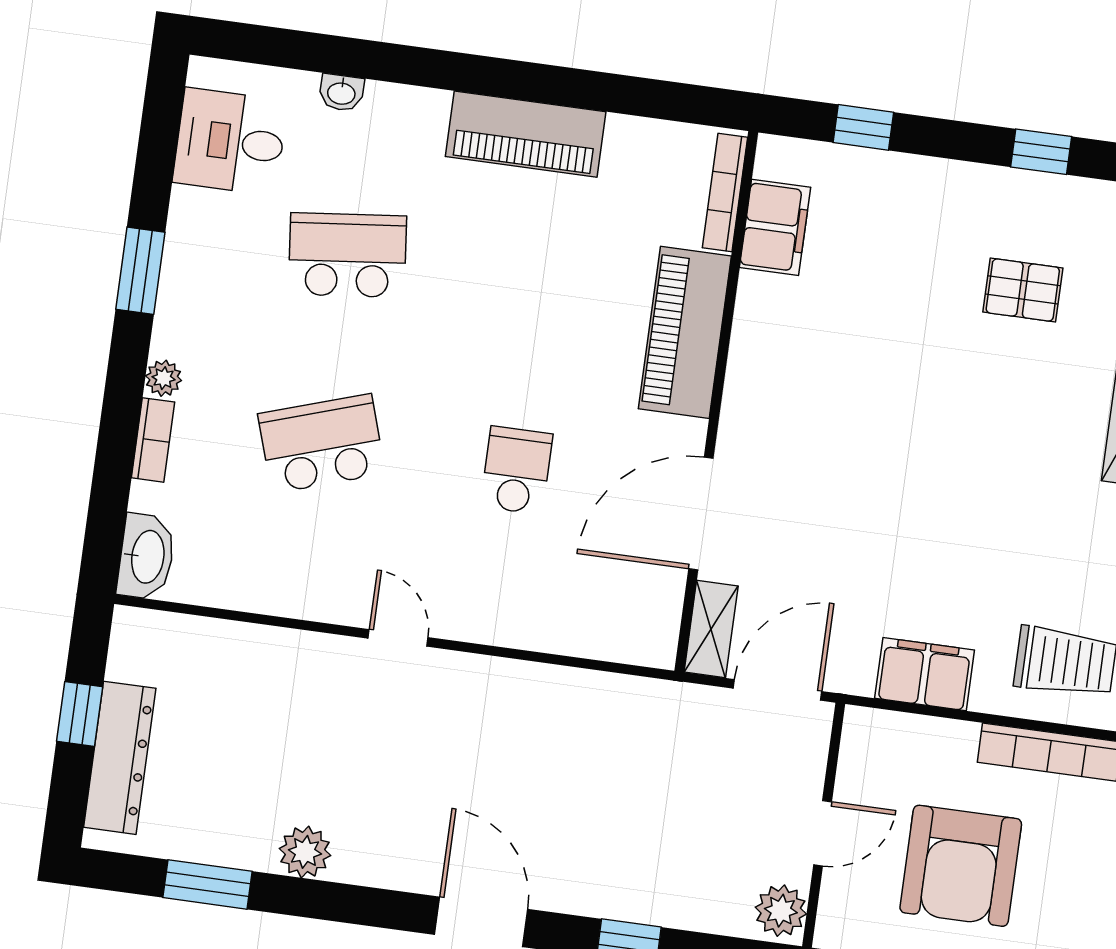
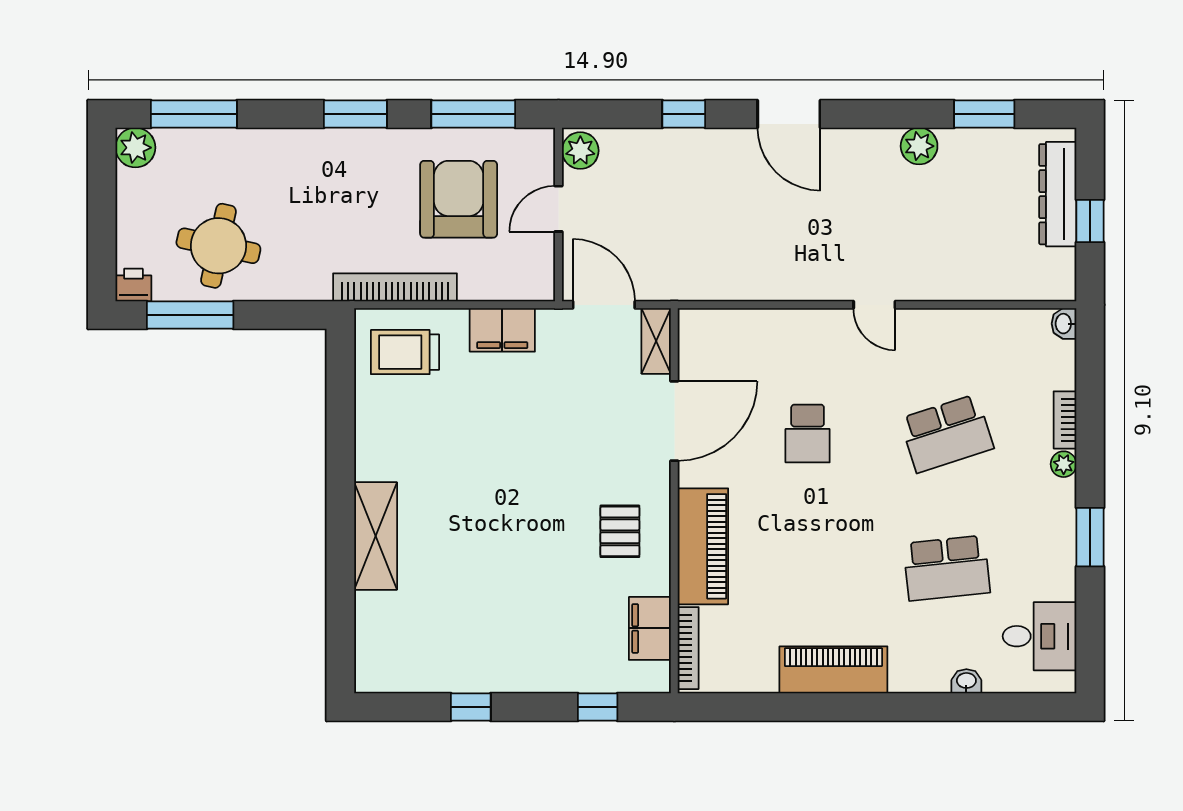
pallet: (1023, 290) -> (620, 531), moved, turned 90
washbasin: (146, 557) -> (1064, 324), width x0.52, depth x0.69
door: (777, 690) -> (604, 305), swing flipped

